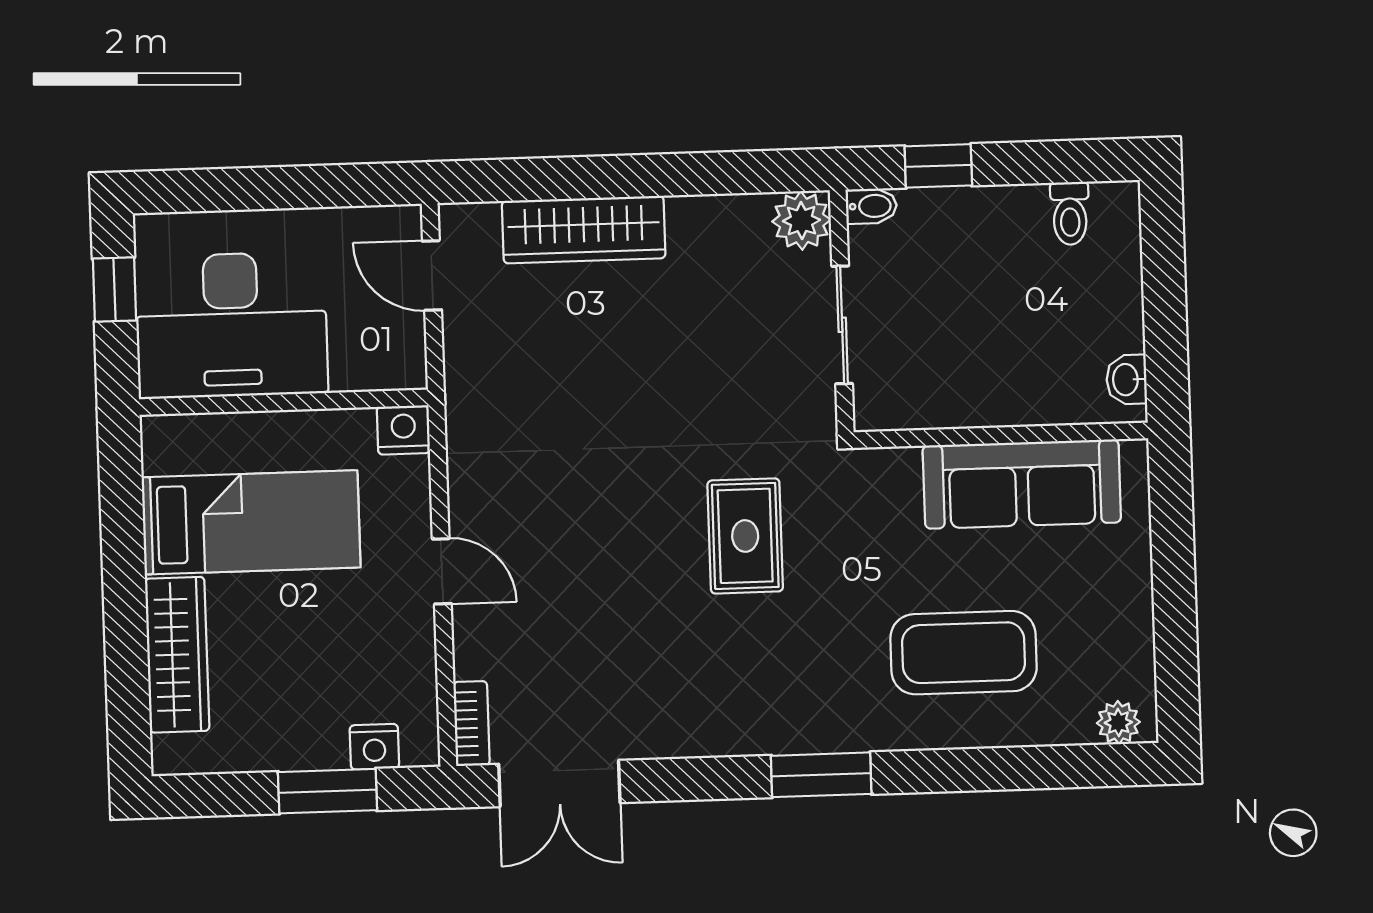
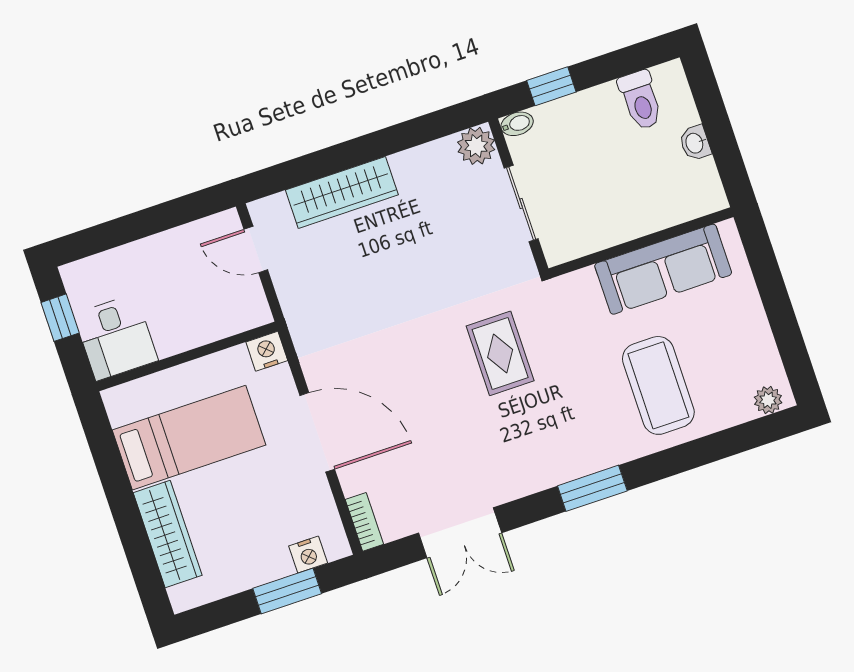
toilet: (1070, 213) -> (641, 100), width x1.37, depth x1.39
desk: (231, 325) -> (116, 337), width x0.53, depth x0.77
washbasin: (1127, 380) -> (695, 143), moved
door: (442, 571) -> (317, 432), width x1.88
coffee table: (964, 653) -> (658, 385), turned 90
double door: (559, 783) -> (460, 533), moved

